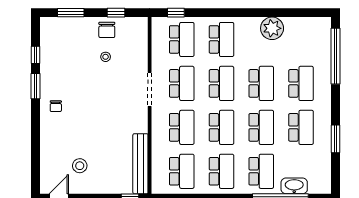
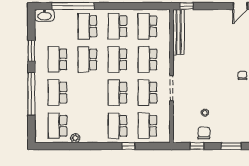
window: (176, 13) -> (128, 146), moved
plant: (272, 28) -> (75, 138), width x0.53, depth x0.53
window: (336, 56) -> (31, 94), moved
school desk: (261, 83) -> (57, 126), moved
stool: (80, 166) -> (224, 31), removed
washbasin: (294, 186) -> (44, 15), moved

